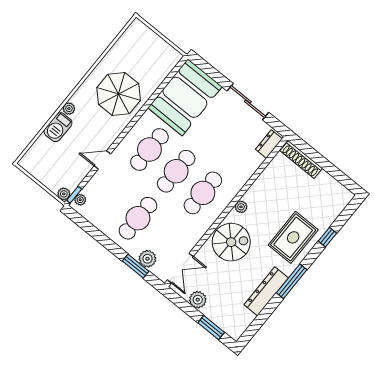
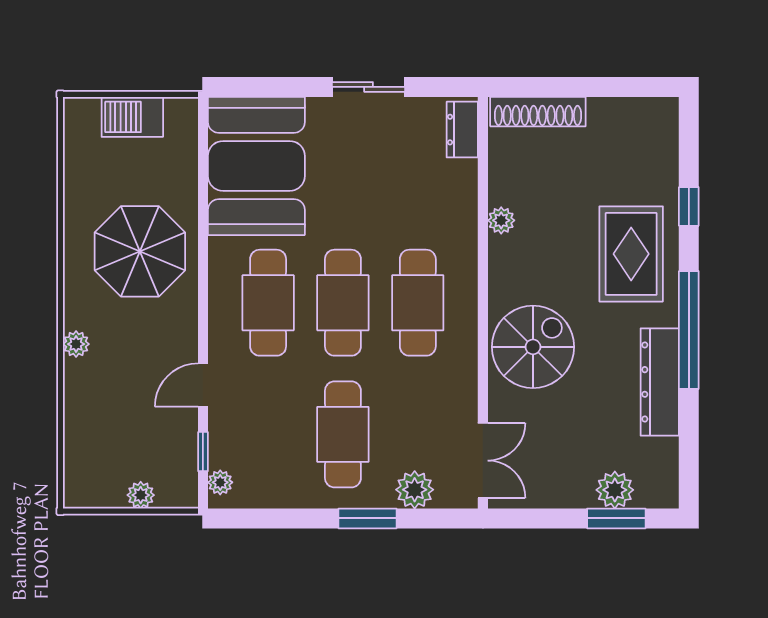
sliding door: (248, 102) -> (369, 87), width x0.73
barbecue: (58, 127) -> (132, 117), moved, turned 90
plant: (64, 194) -> (141, 495), moved
window: (74, 195) -> (203, 452), moved
plant: (241, 207) -> (501, 220), moved
window: (136, 266) -> (367, 518), moved
window: (292, 281) -> (689, 330), width x1.46
plant: (198, 300) -> (615, 490), moved

